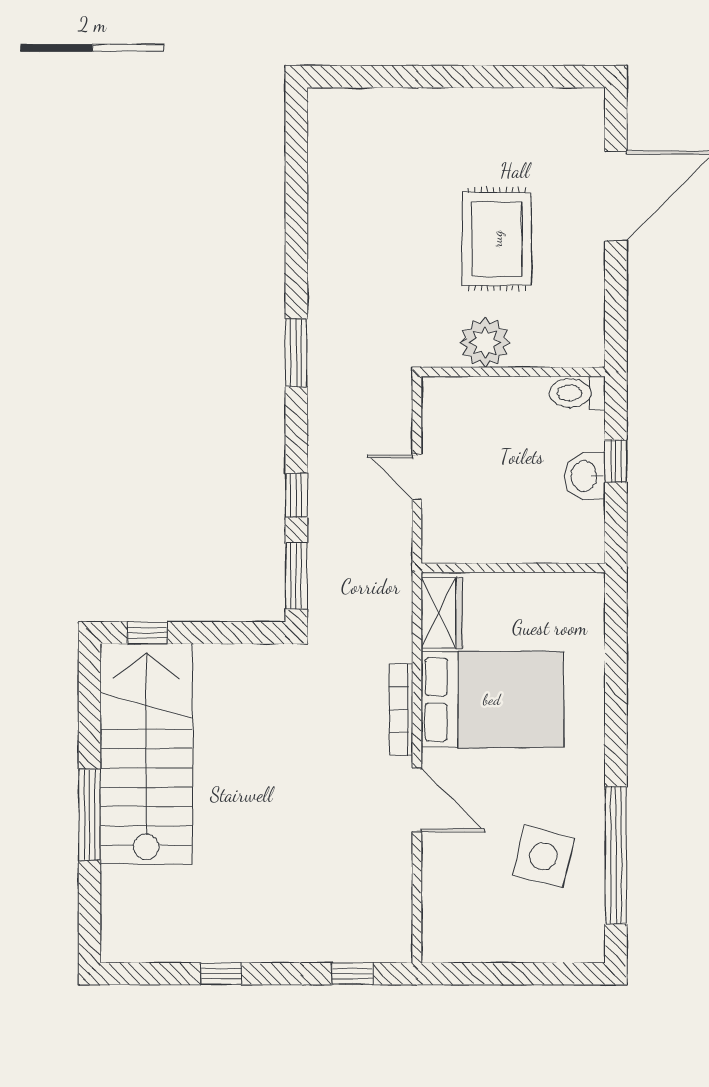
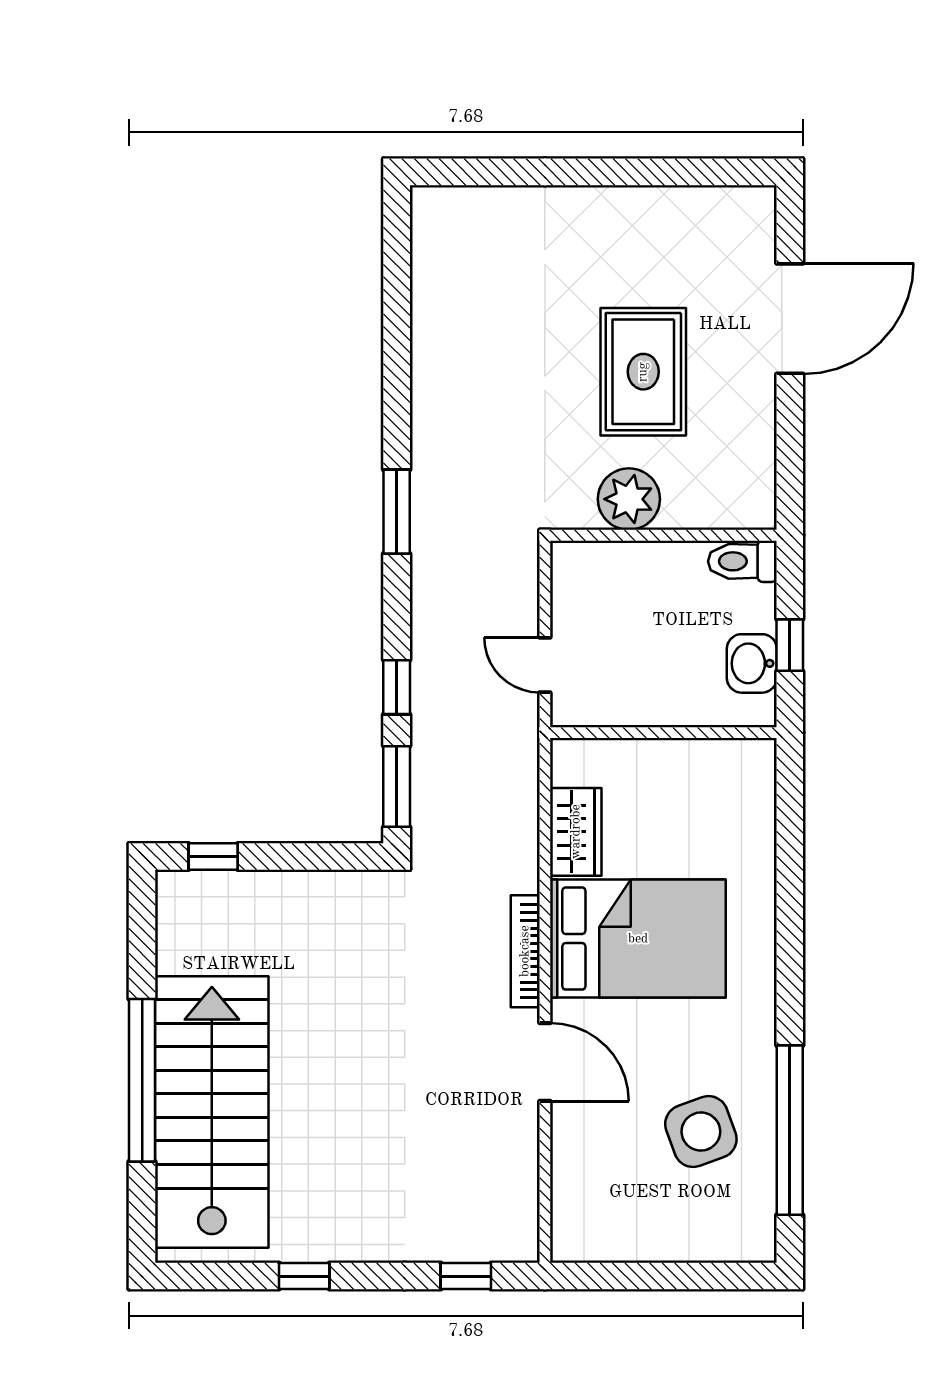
wall: (513, 568) -> (663, 733), moved
stairs: (146, 754) -> (212, 1112), moved
window: (90, 815) -> (142, 1080), width x1.46
side table: (544, 856) -> (701, 1132), turned -34

